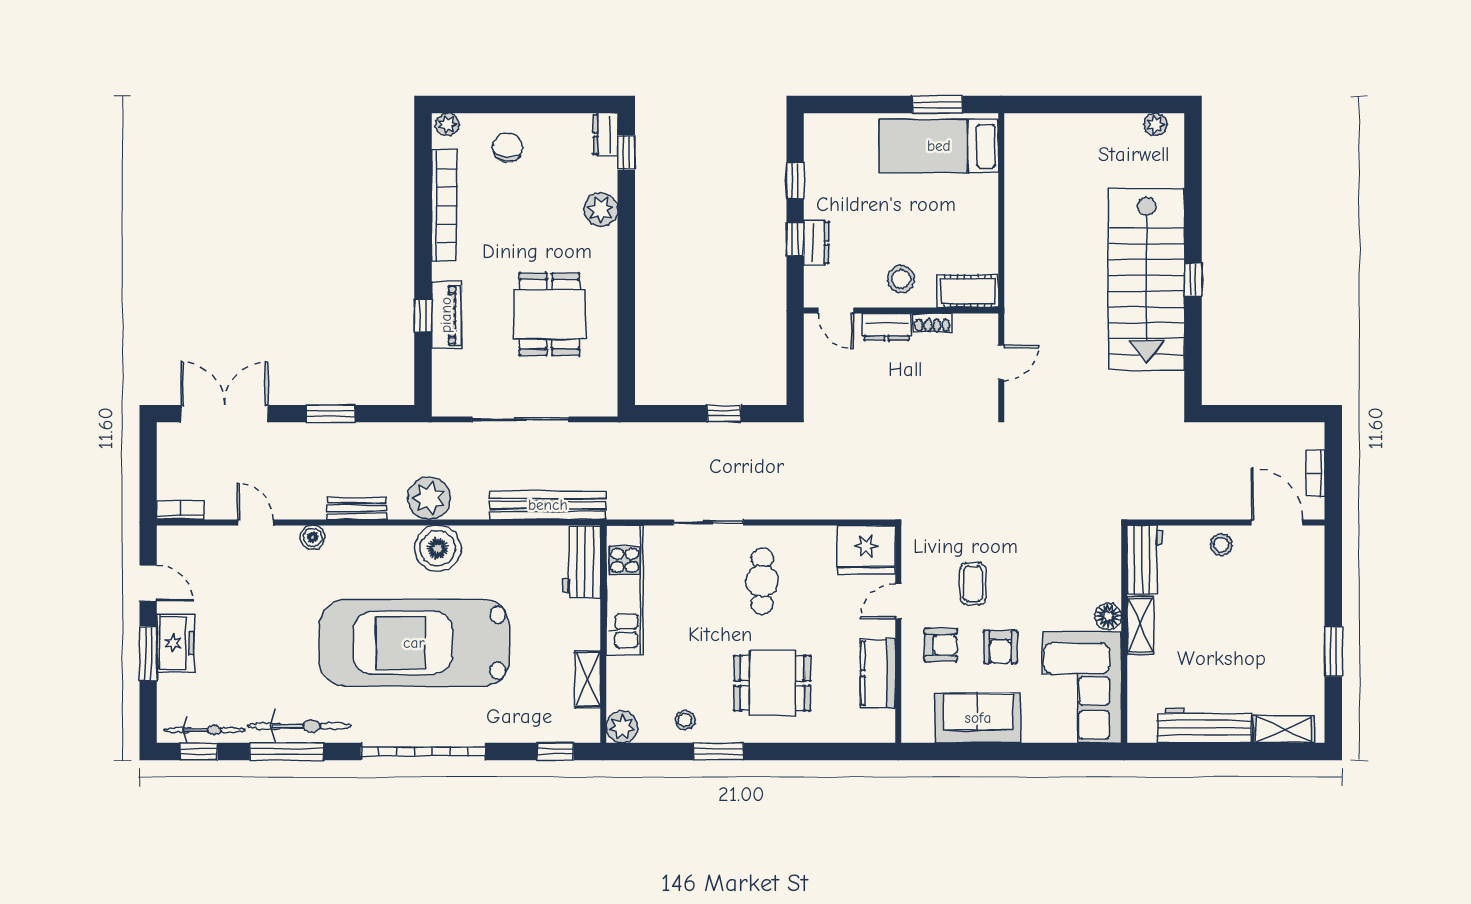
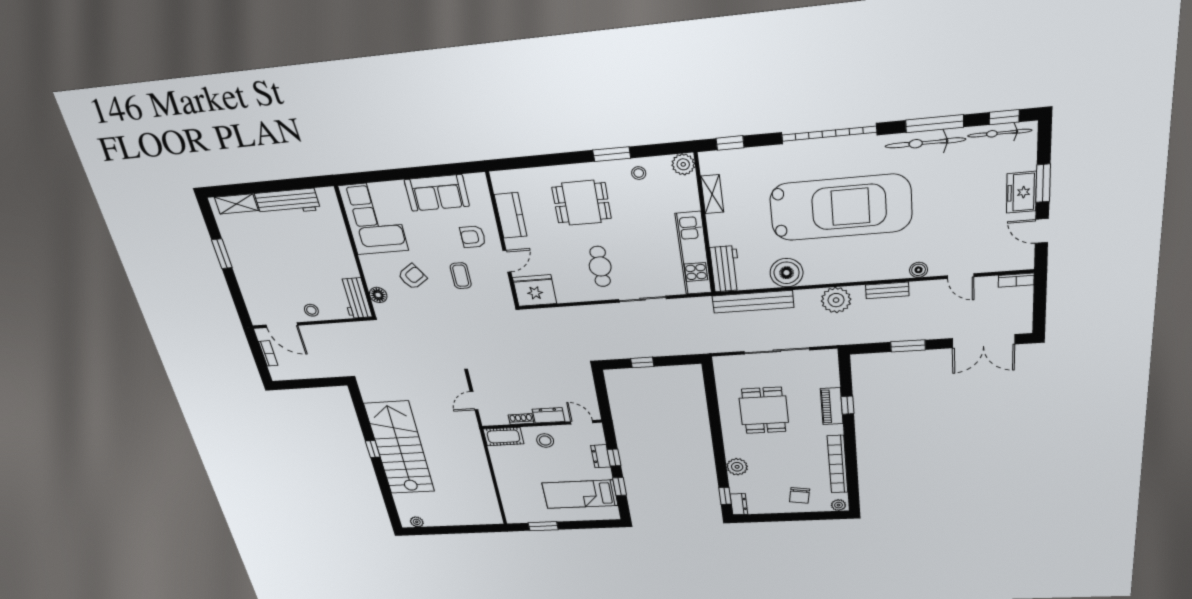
bed: (939, 146) -> (580, 494), moved, turned 180
boiler: (438, 548) -> (787, 273), moved
floor lamp: (1108, 616) -> (378, 295), moved
shelving: (1140, 625) -> (347, 260), removed
armchair: (1000, 647) -> (412, 277), moved, turned 57

